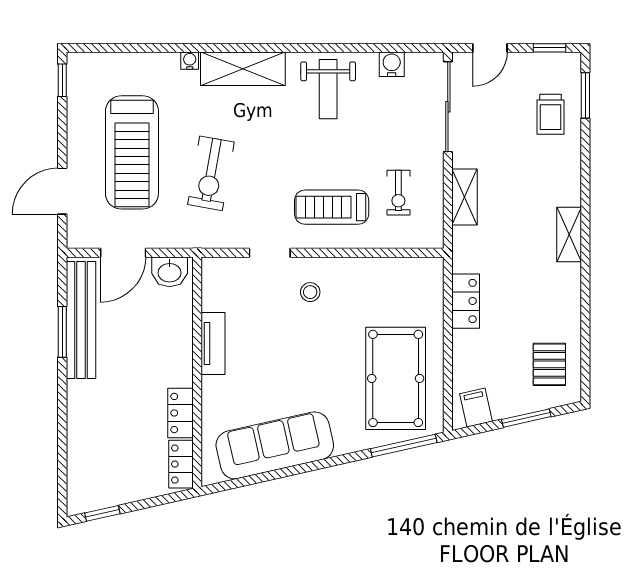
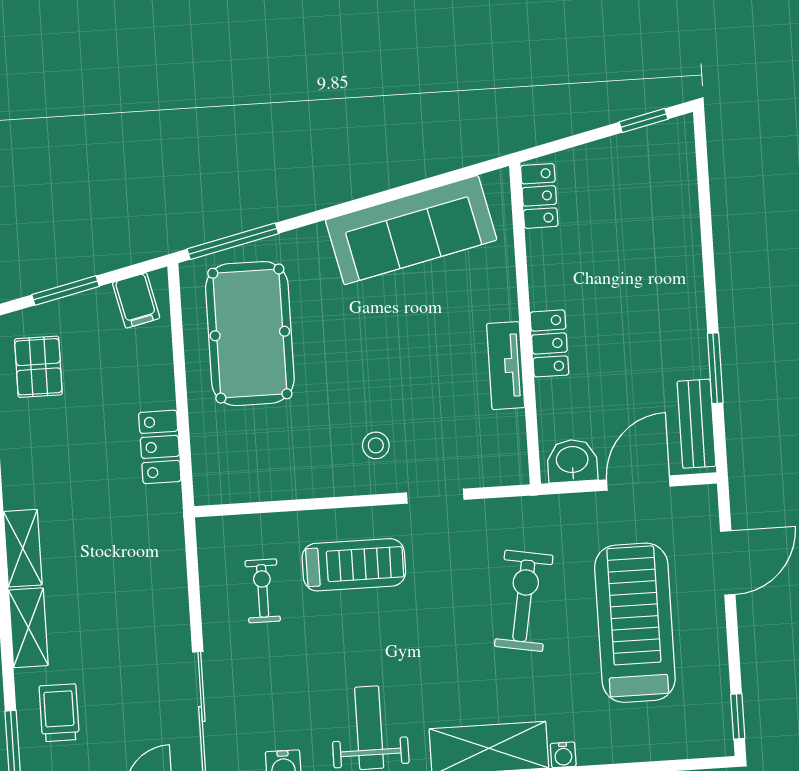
shelving: (465, 197) -> (28, 628), moved
bench: (81, 320) -> (697, 424), width x0.54, depth x0.82
locker: (180, 413) -> (549, 343), moved

